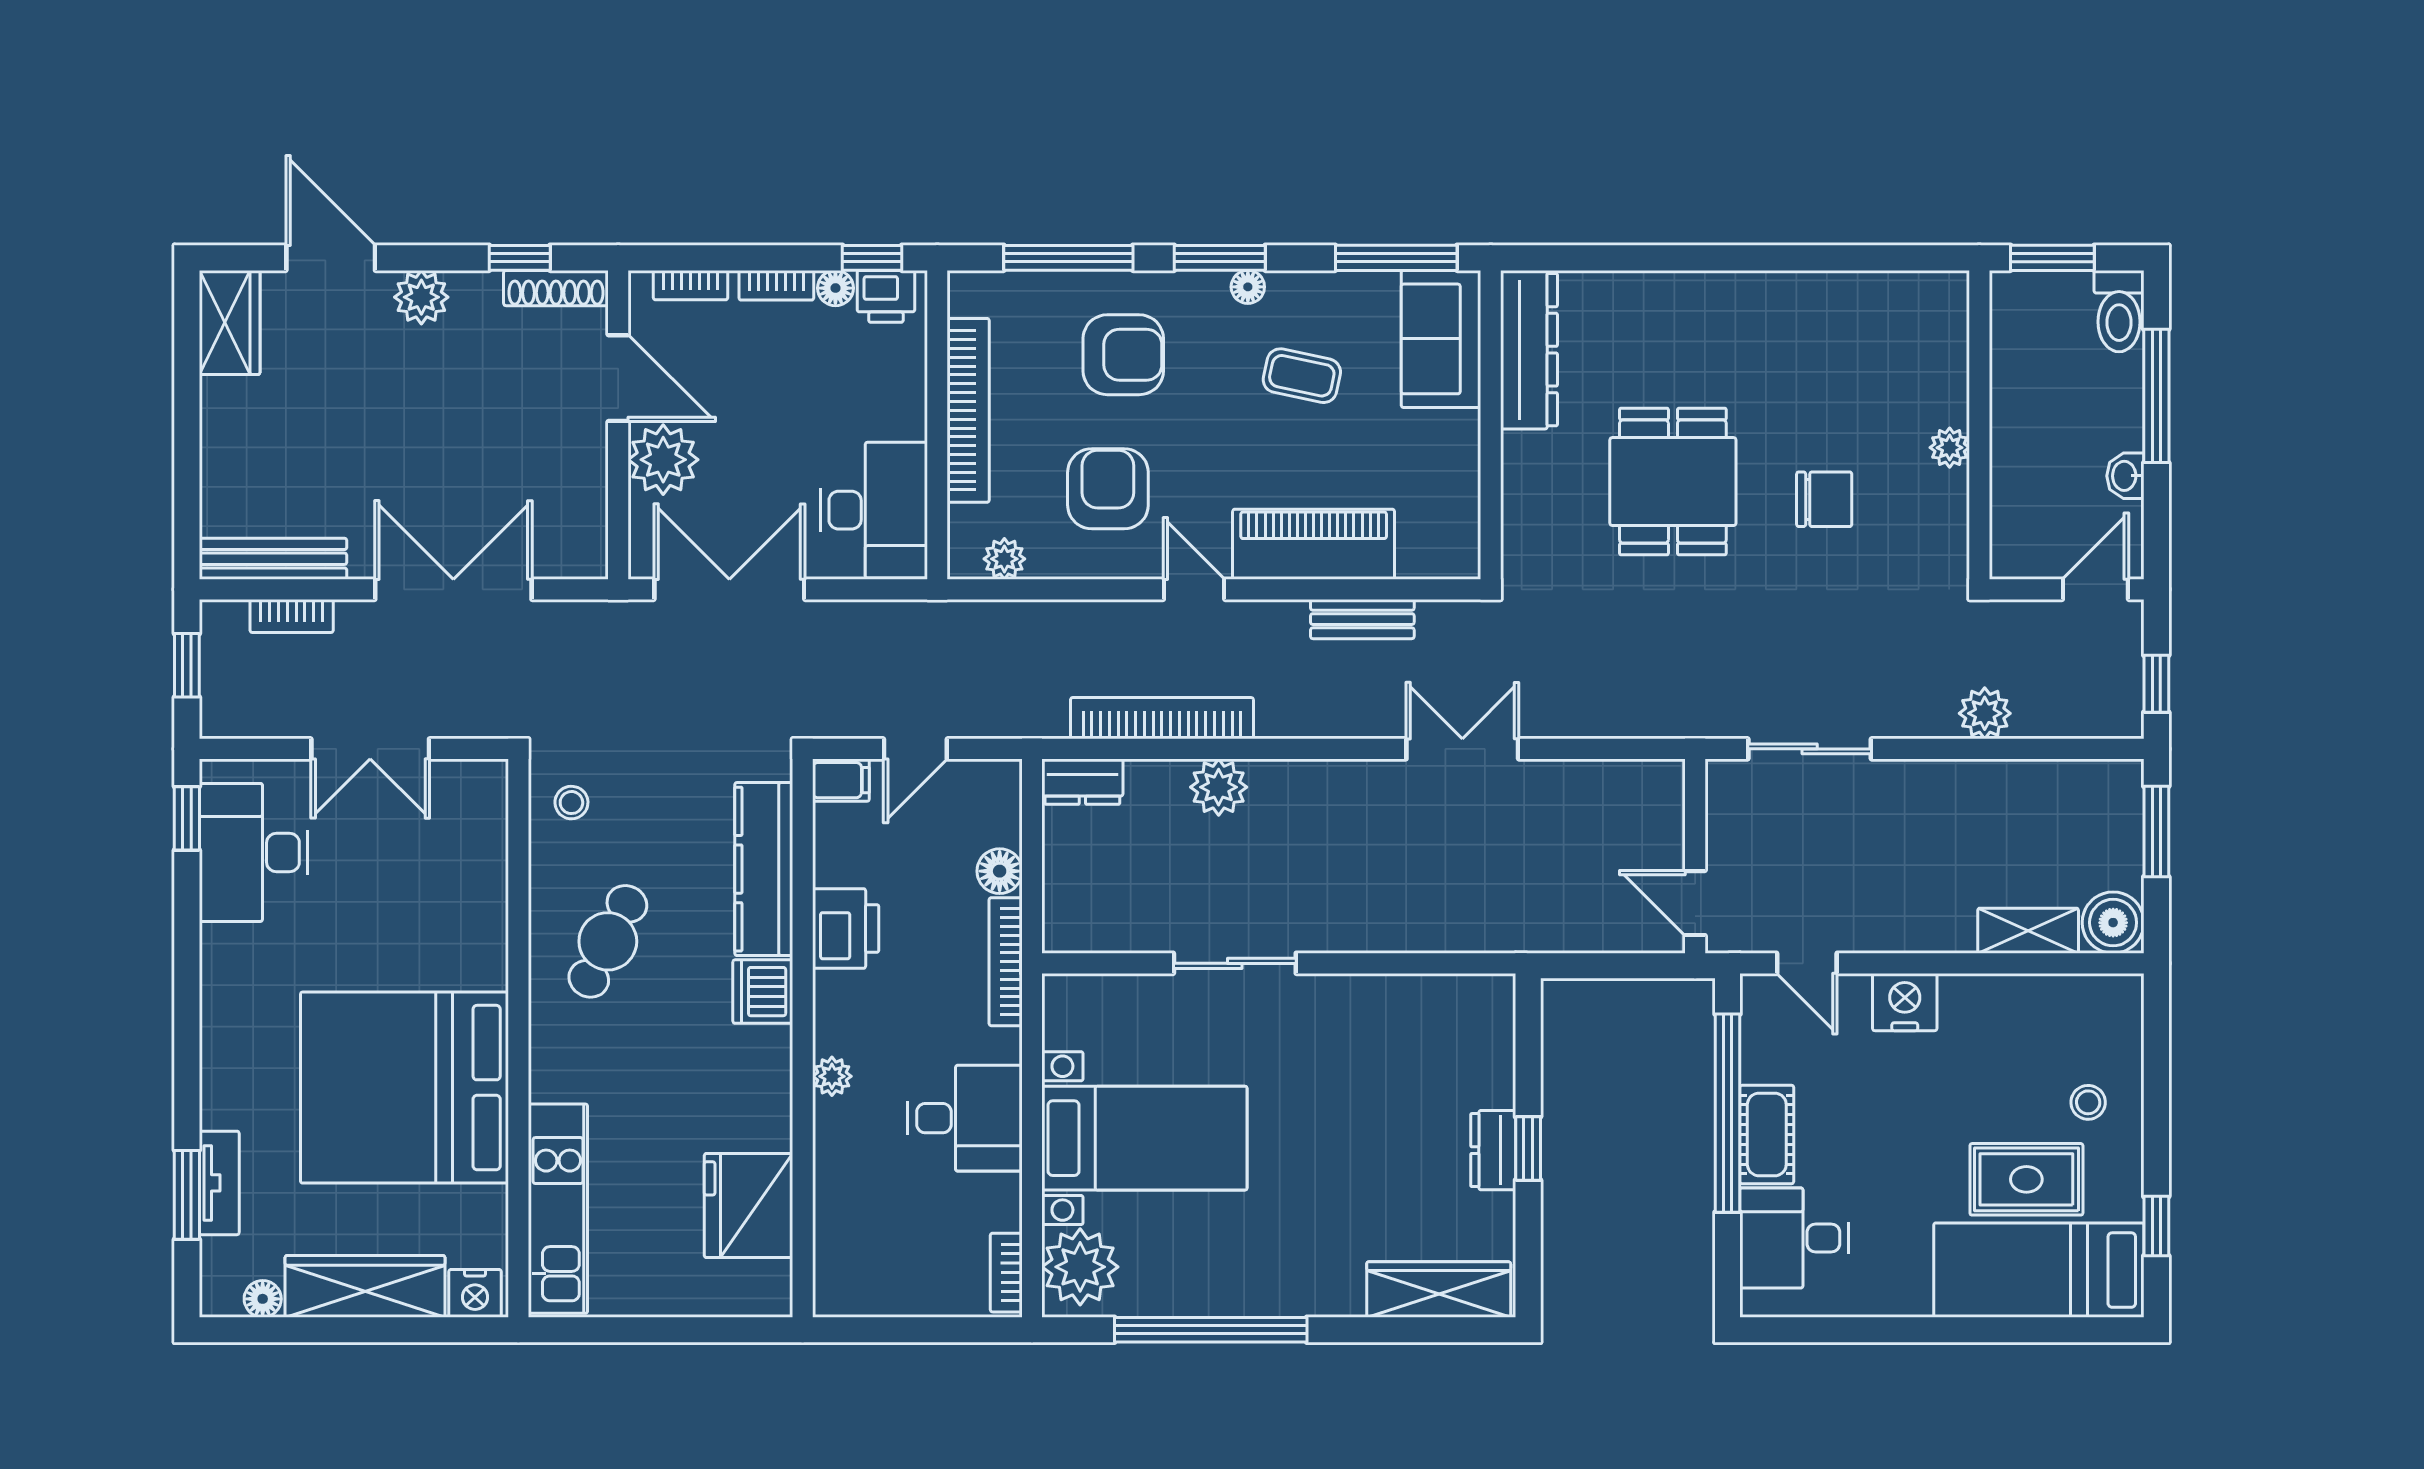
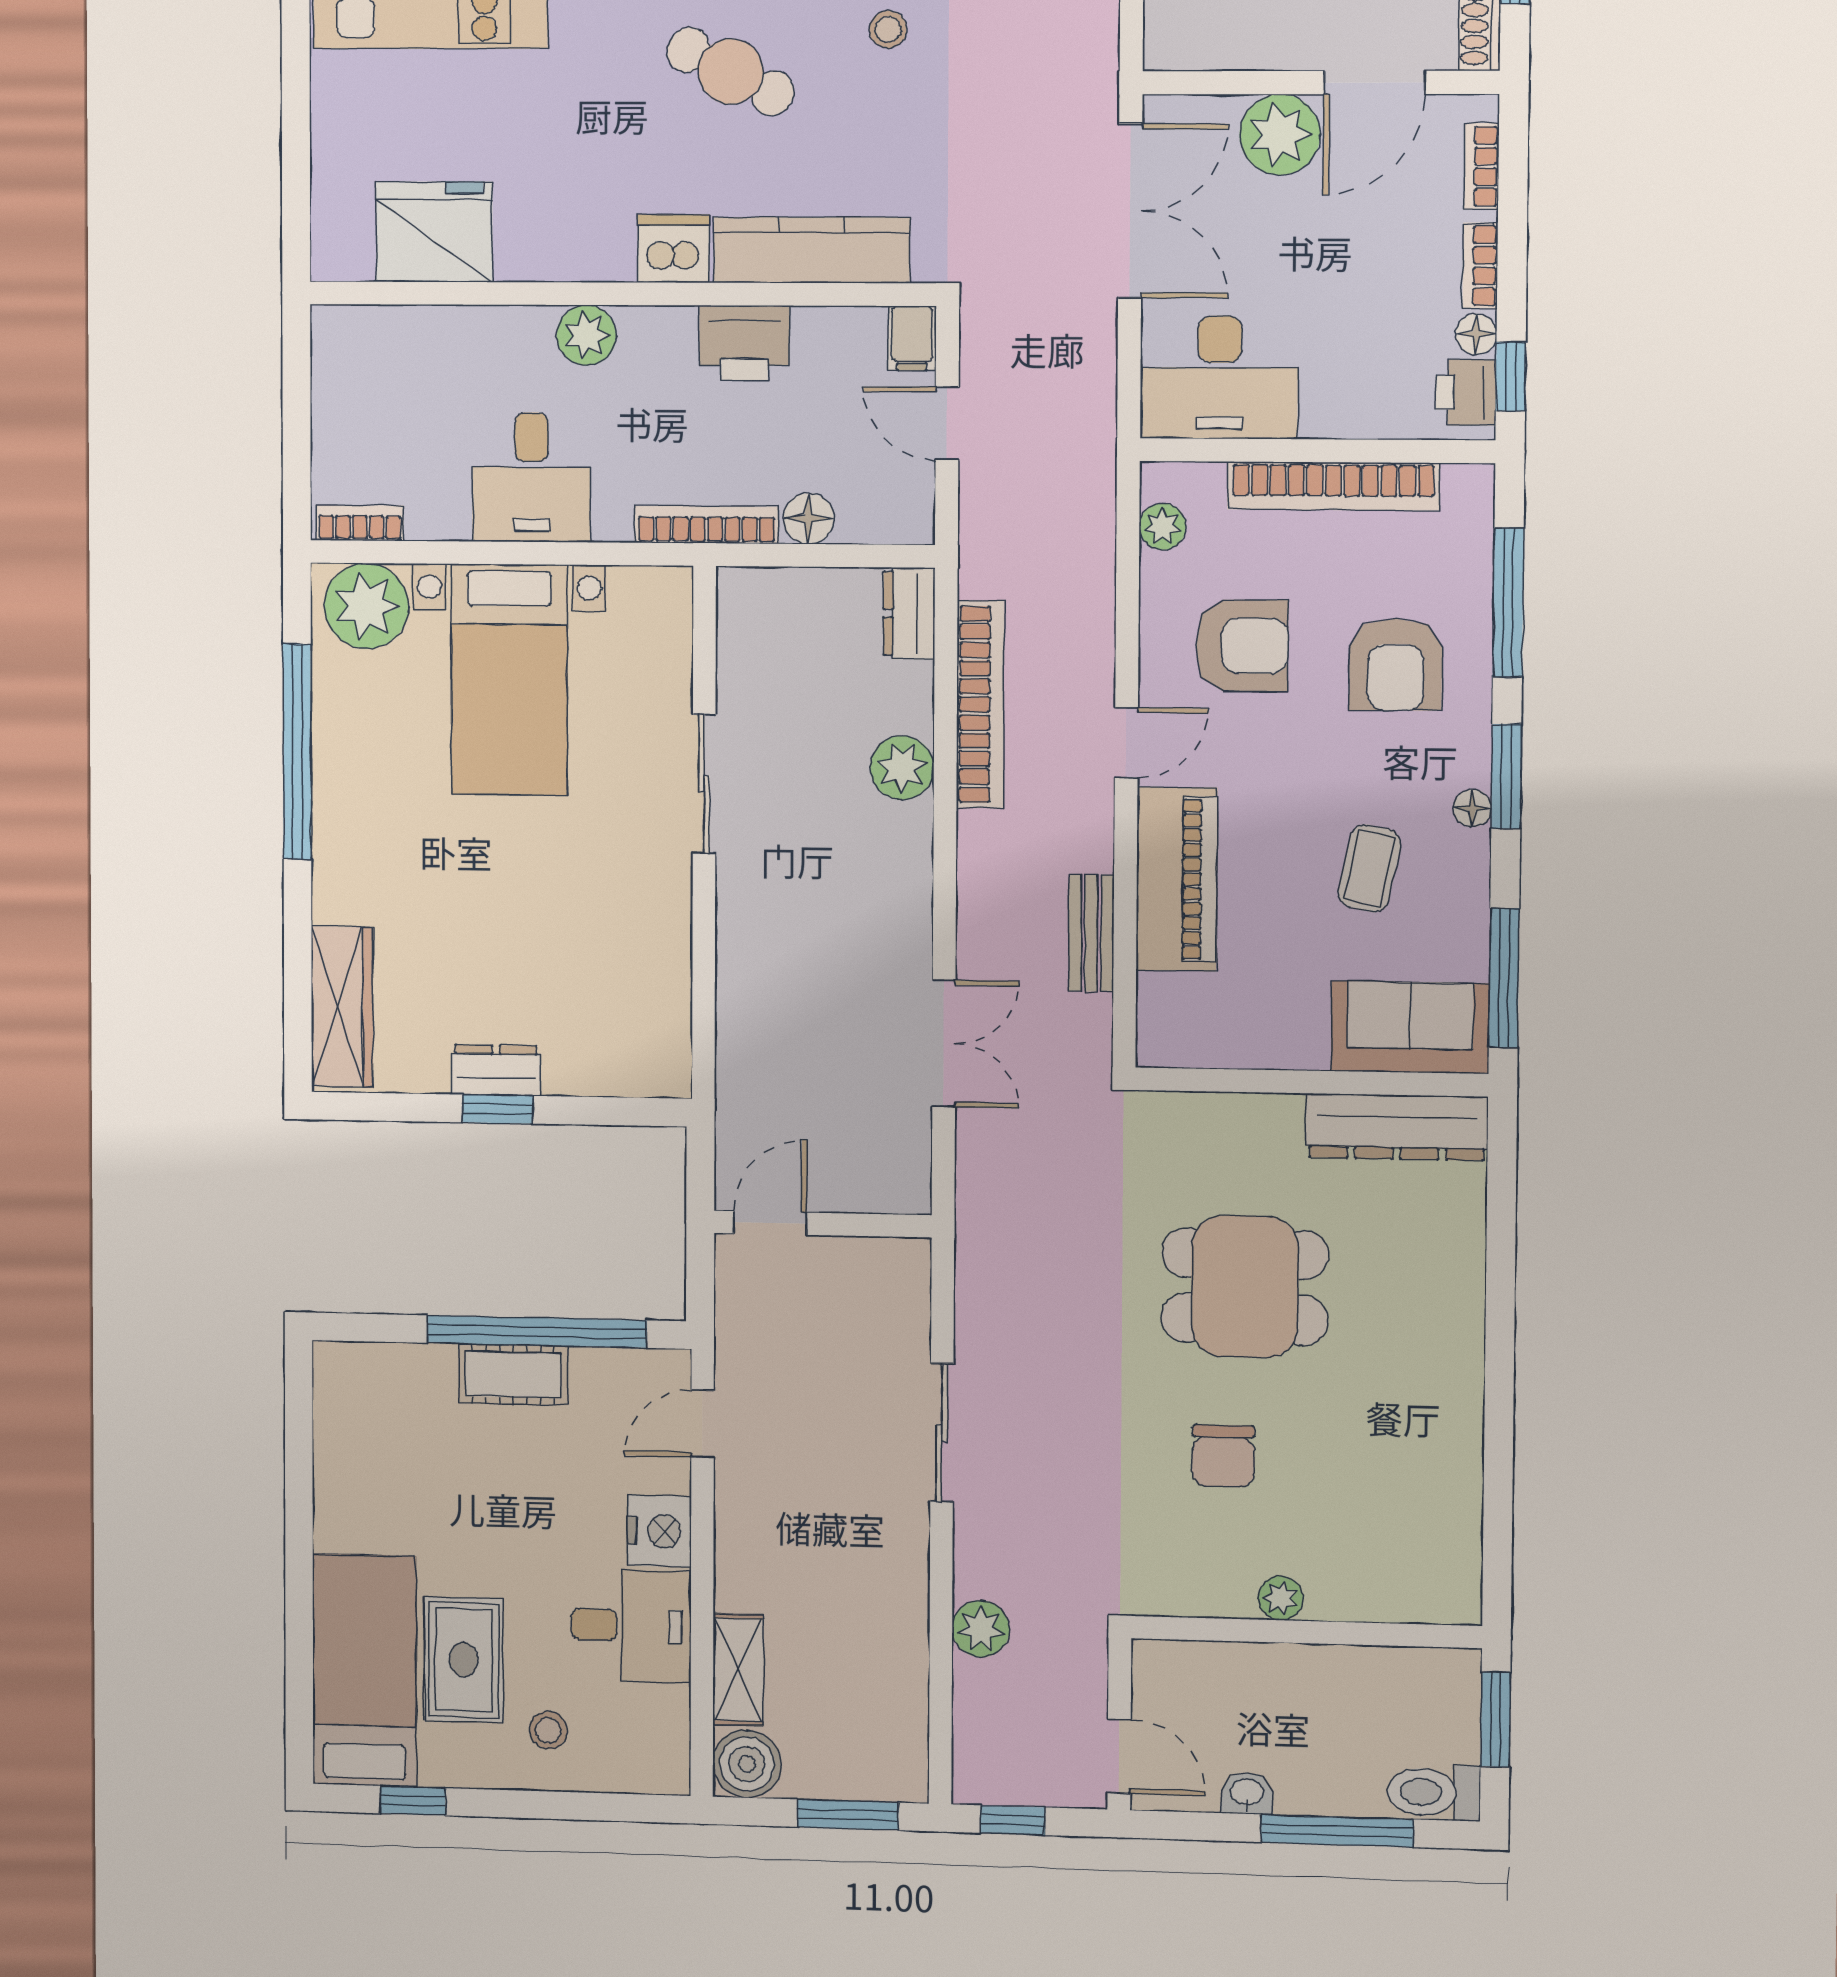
wall: (1695, 856) -> (823, 1224), moved
door: (1695, 903) -> (770, 1223), moved
plant: (832, 1076) -> (587, 335), width x1.38, depth x1.38
desk: (1794, 1238) -> (631, 1626), moved, turned 90

